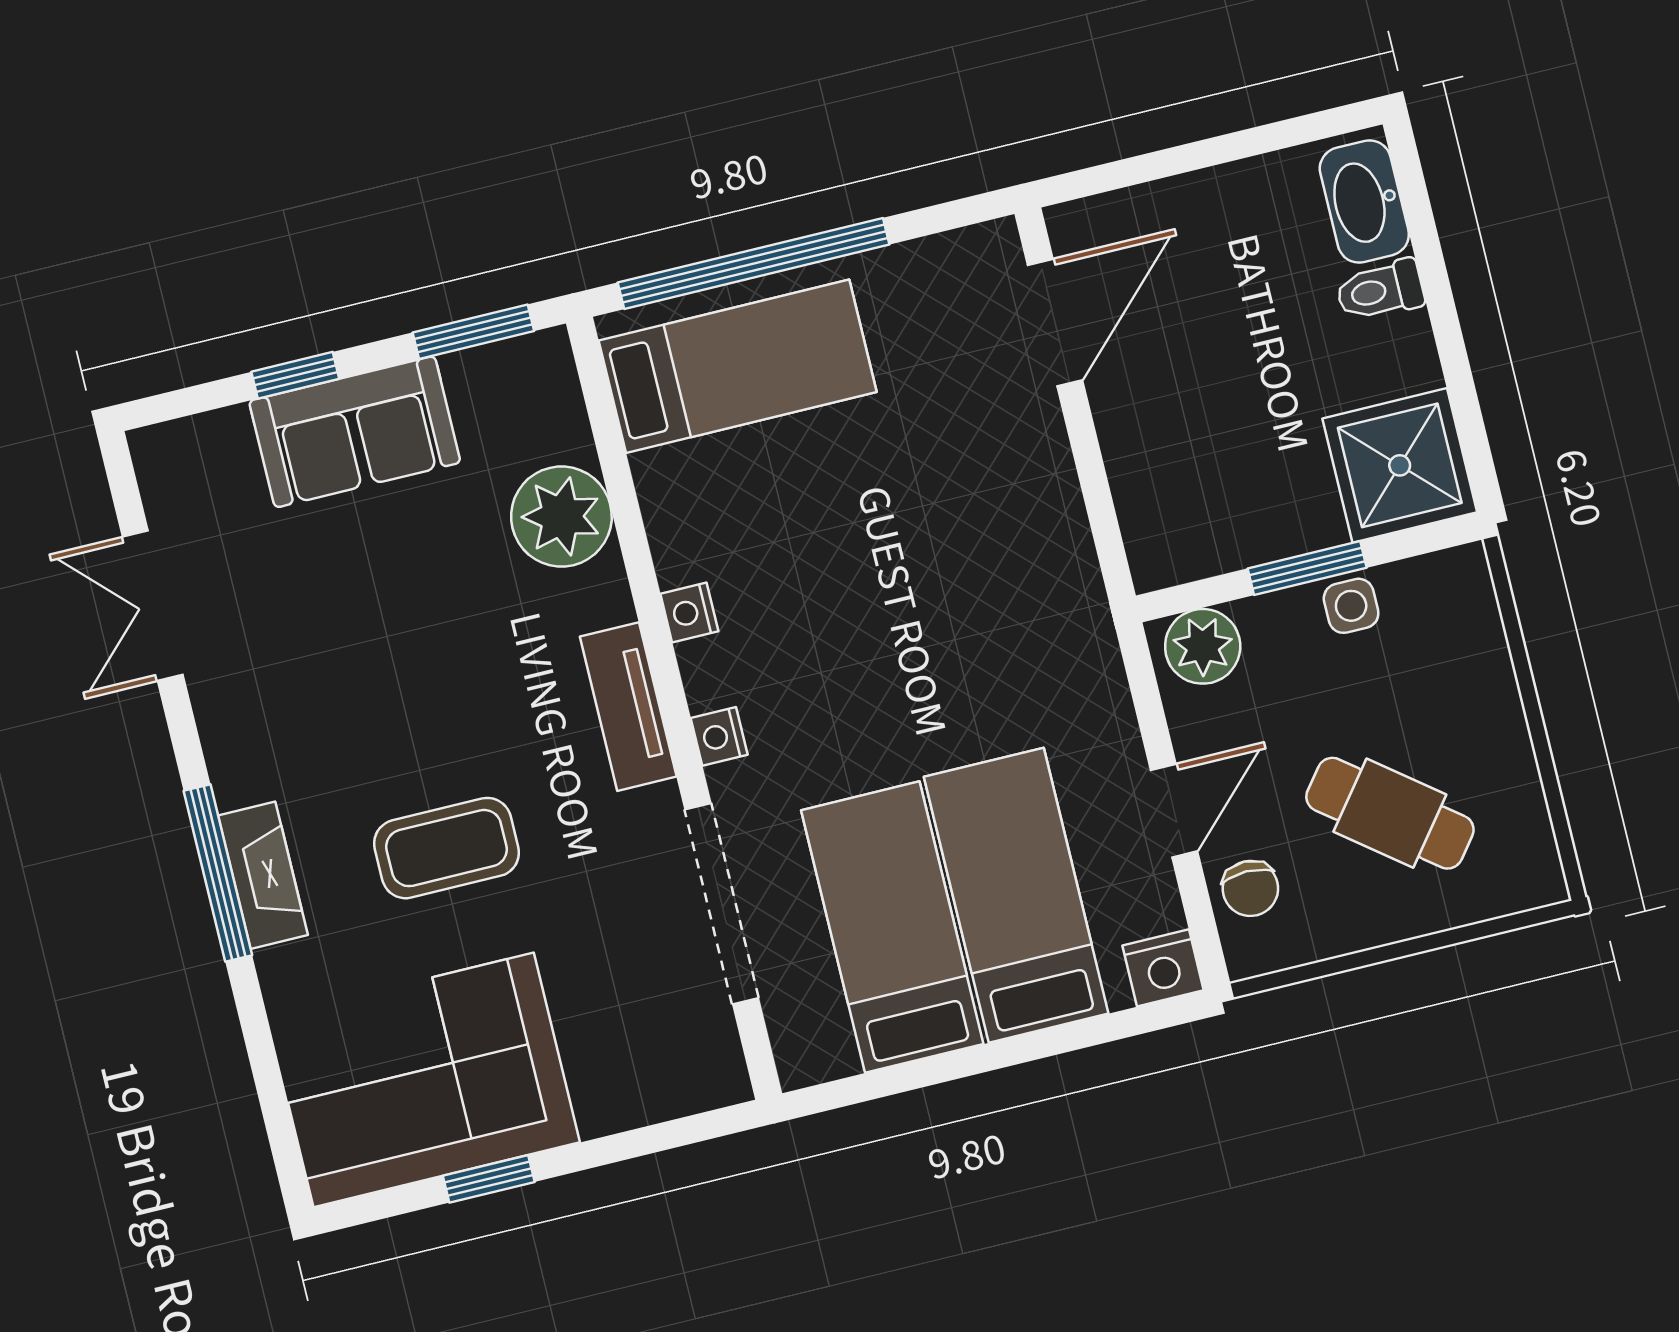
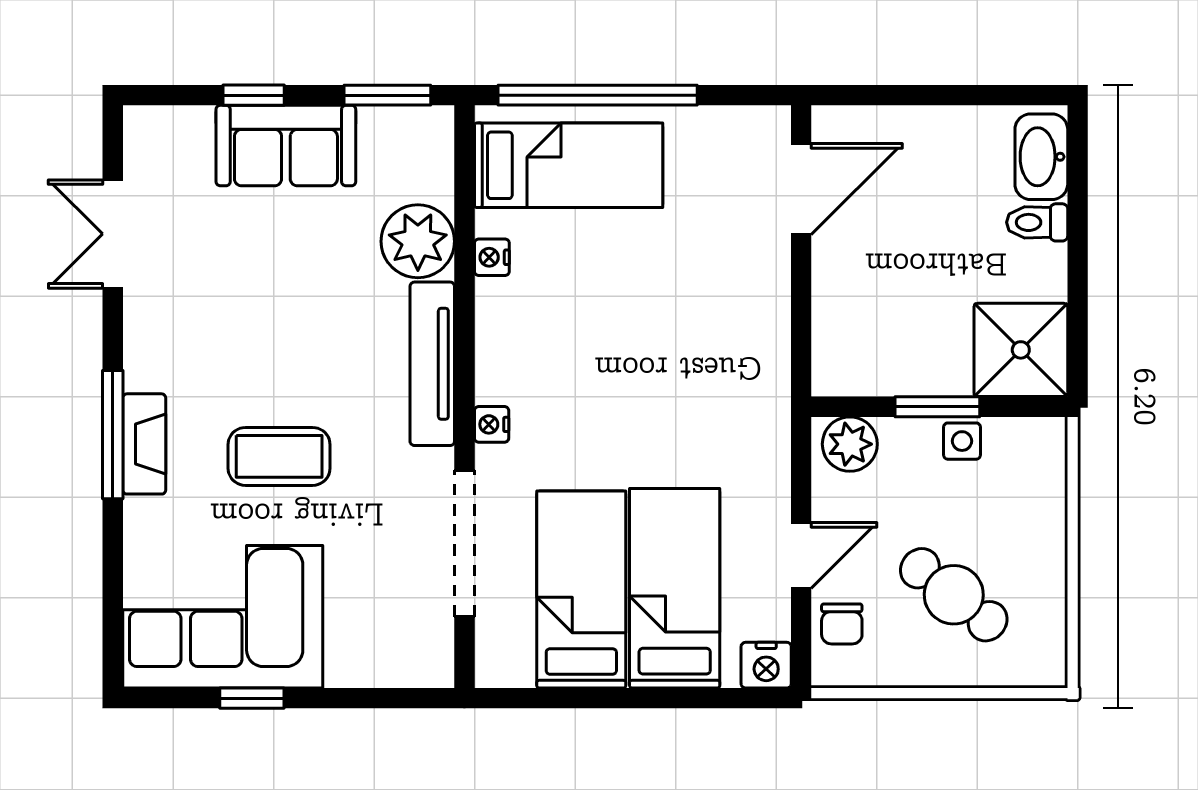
nightstand: (689, 612) -> (492, 257), moved
tv unit: (628, 707) -> (432, 364), width x1.41

